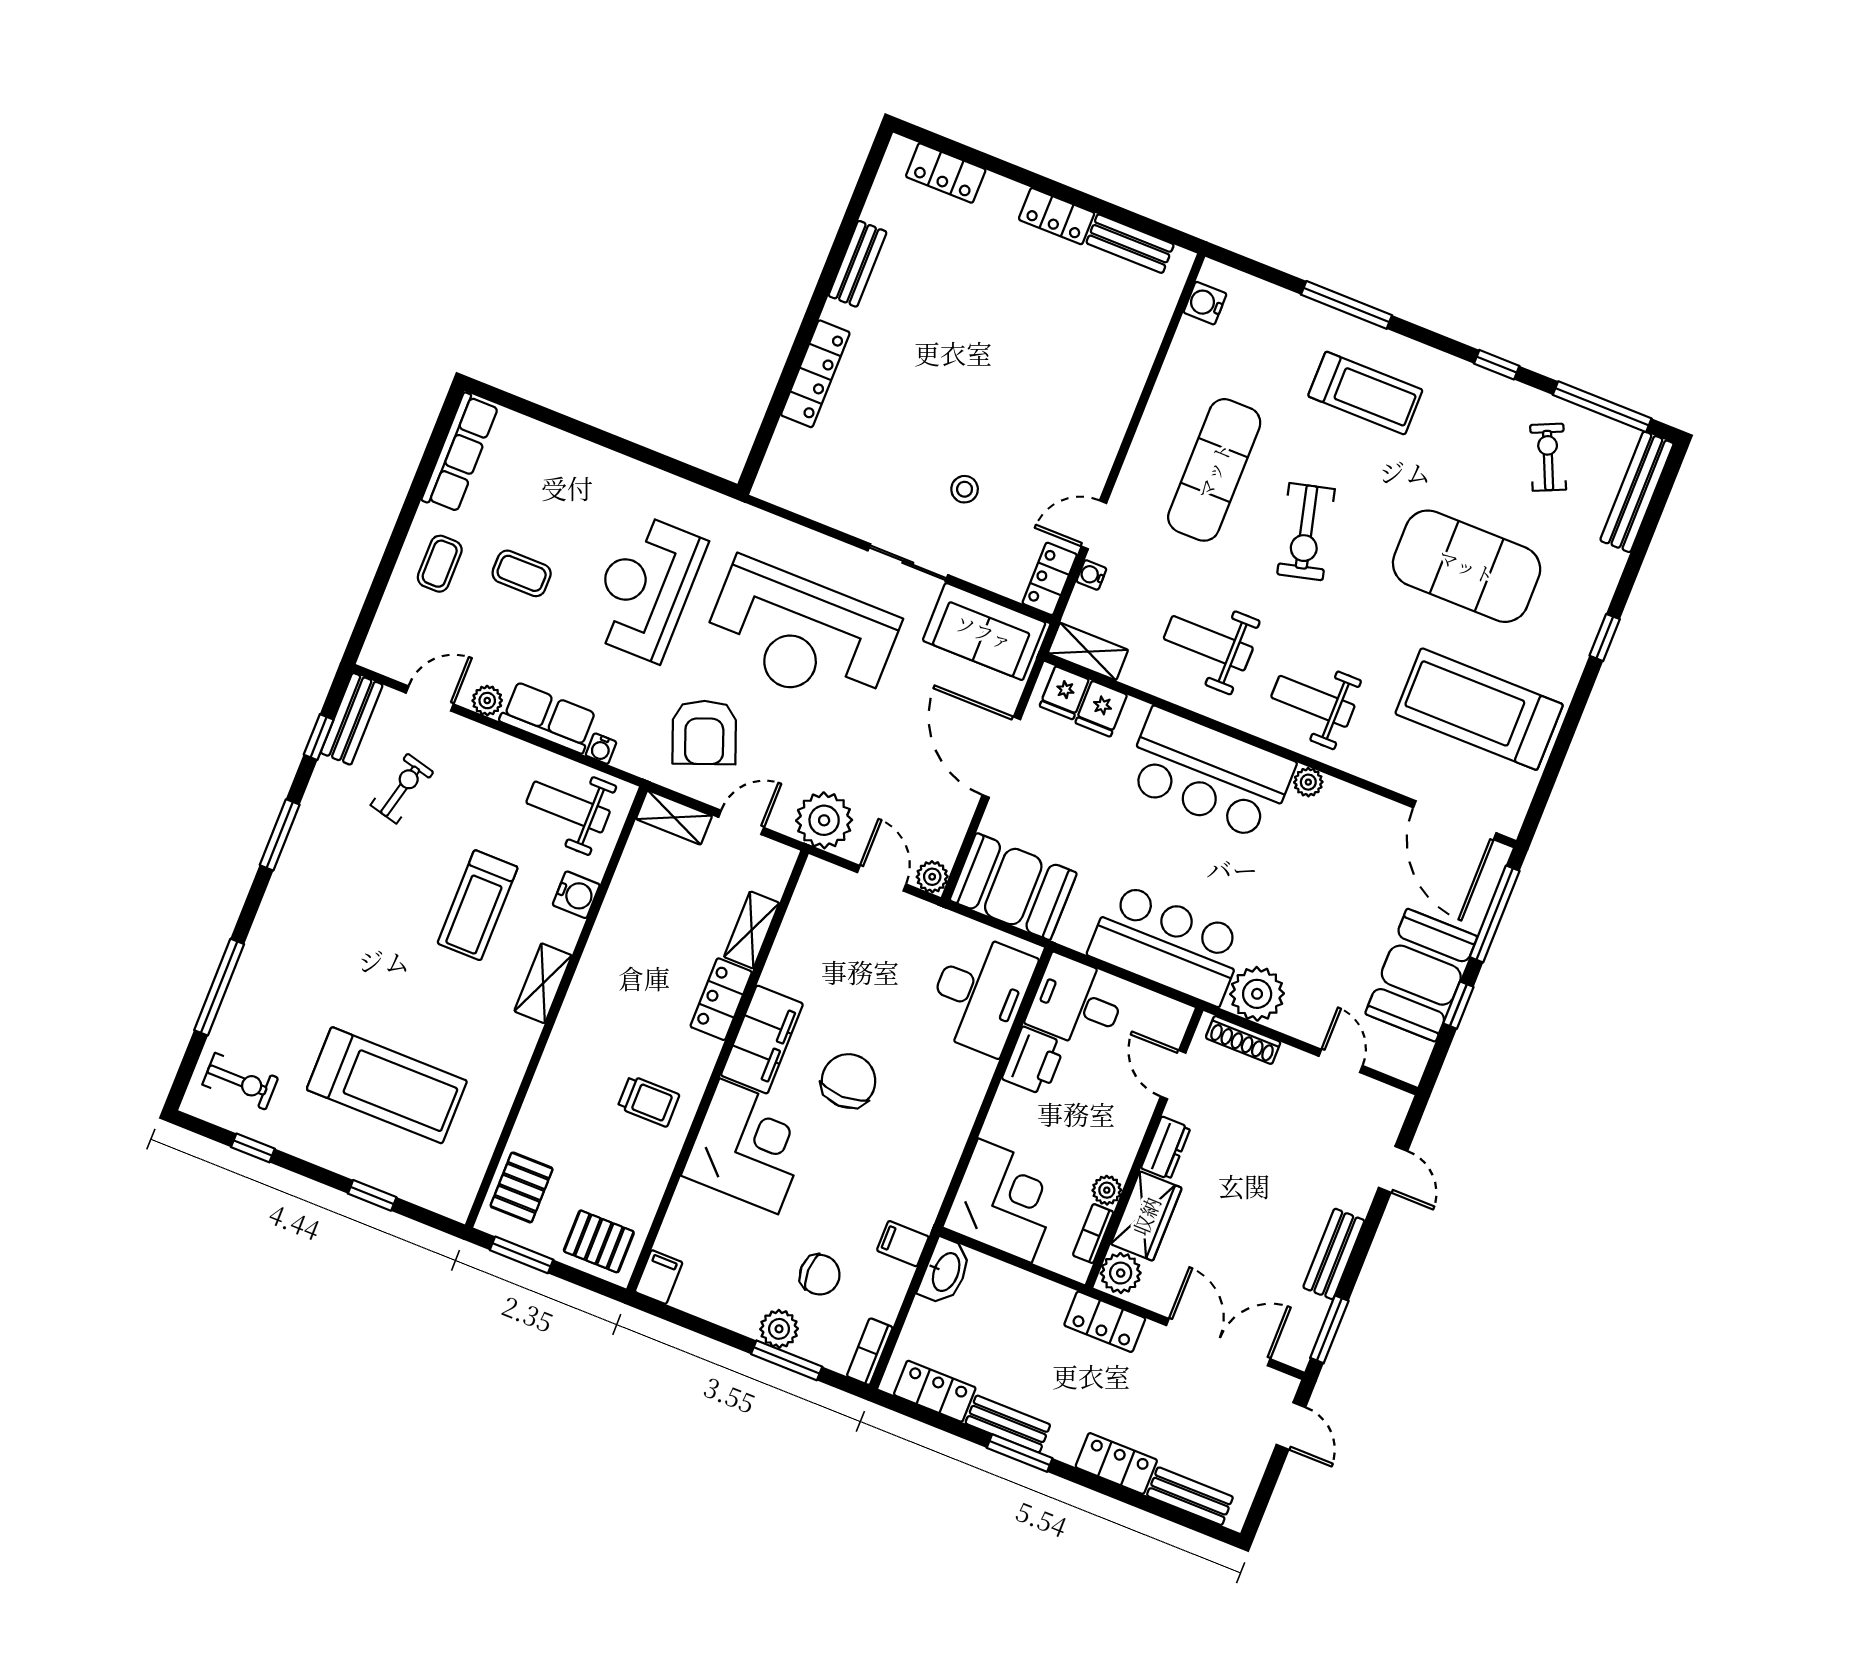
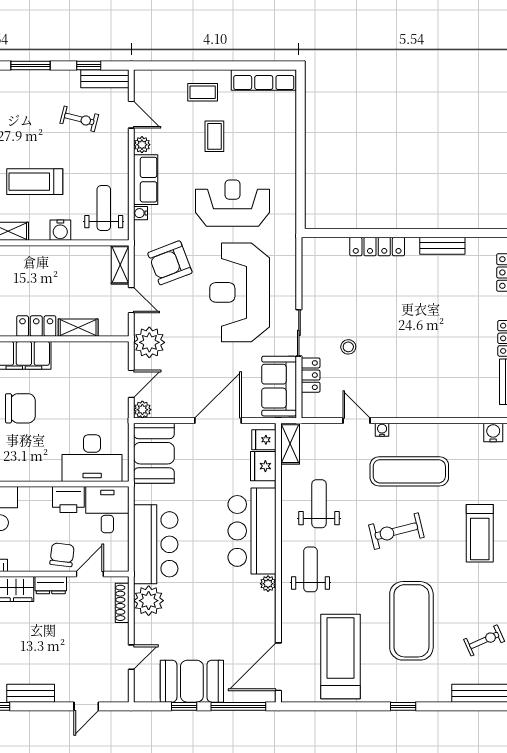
water cooler: (1091, 575) -> (382, 430), moved
locker: (1050, 579) -> (311, 375), moved, turned 90
fridge: (1101, 709) -> (263, 466), width x1.38
chair: (1122, 1109) -> (62, 555), added
plant: (1107, 1190) -> (17, 563), removed

